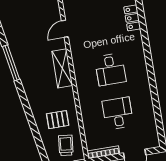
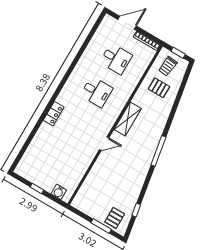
desk: (110, 69) -> (96, 92), turned 90
desk: (118, 113) -> (116, 59), turned -90

